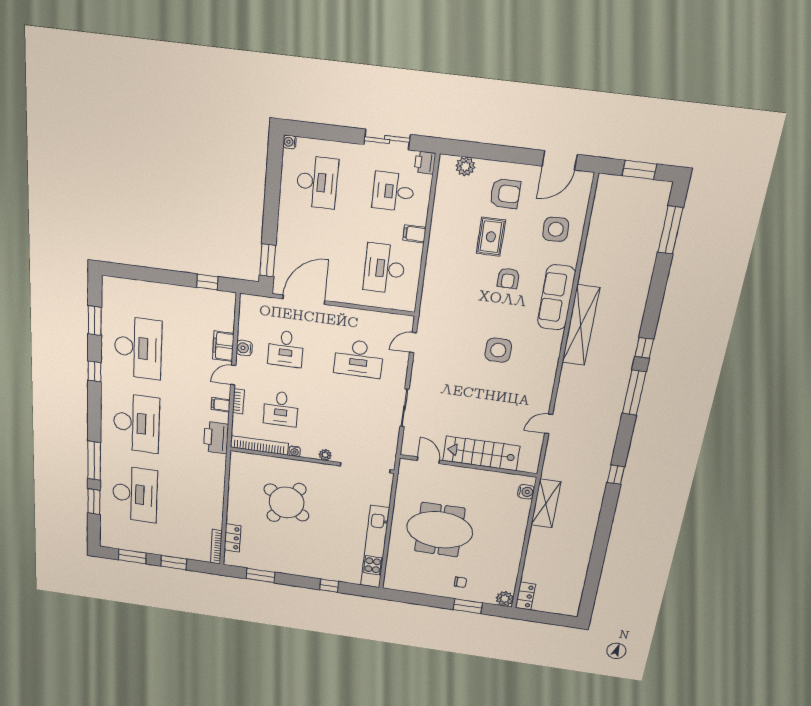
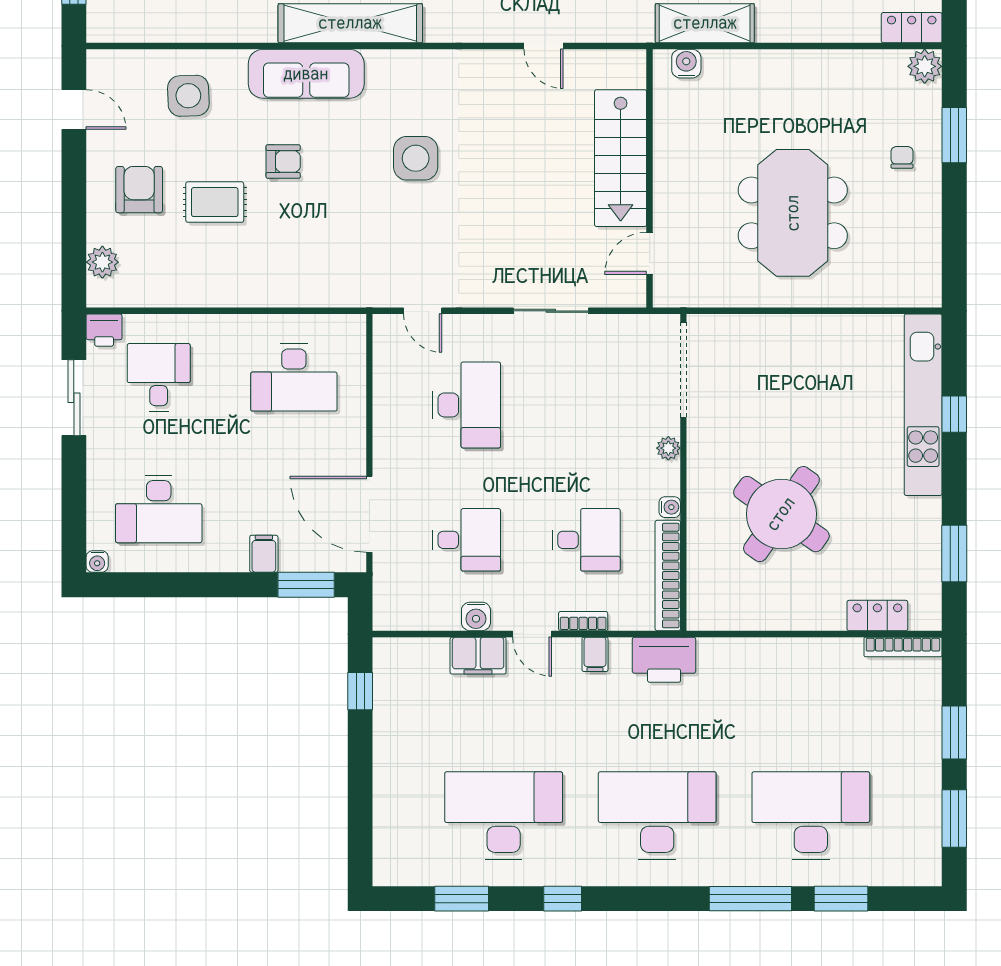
door: (560, 160) -> (74, 109), width x0.73
desk: (317, 182) -> (159, 509), turned 180
desk: (393, 192) -> (159, 377), turned 180
filing cabinet: (414, 234) -> (264, 554), moved, turned 180
kitchen unit: (375, 547) -> (923, 405), moved, turned 90

